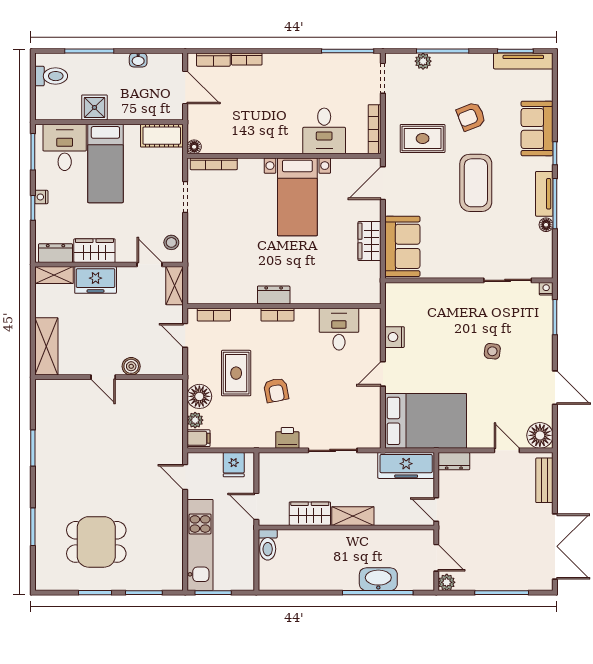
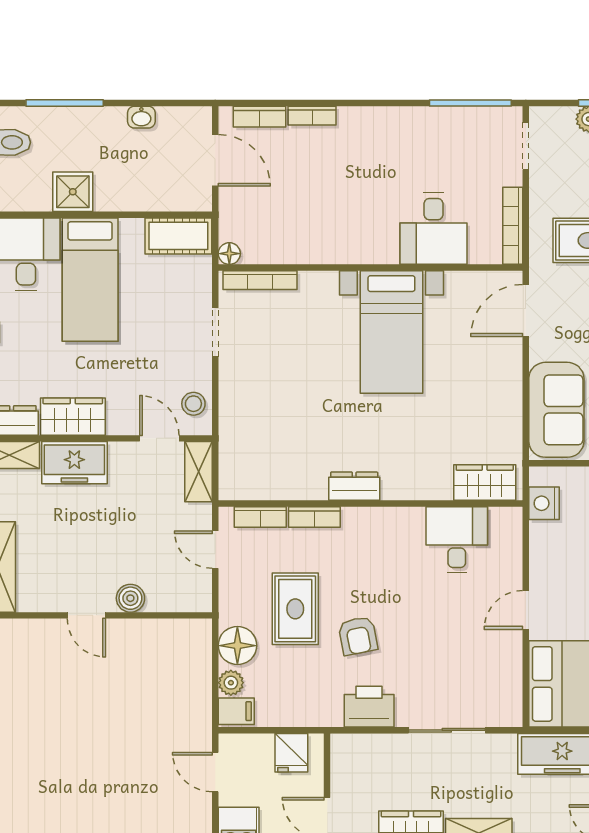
wardrobe: (370, 241) -> (485, 483), moved, turned 90
bookcase: (277, 315) -> (314, 517), moved
nightstand: (394, 337) -> (544, 503), moved
printer: (287, 438) -> (369, 707), width x1.36, depth x1.24

